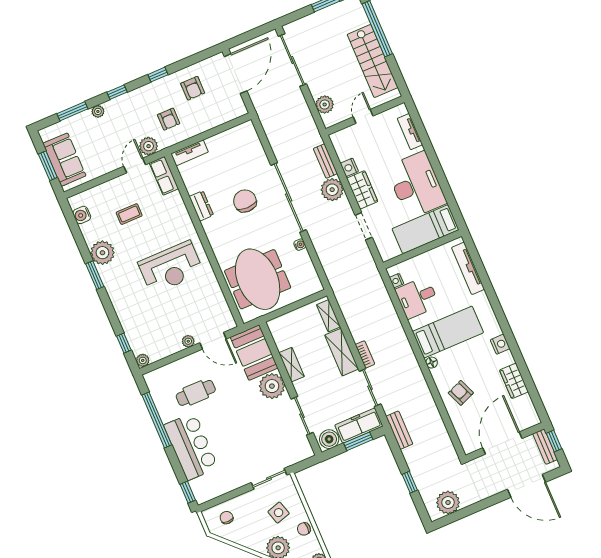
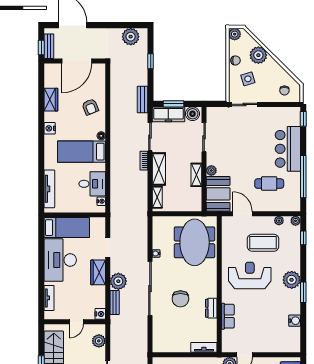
nightstand: (349, 167) -> (100, 314), moved
row of seats: (164, 176) -> (228, 316), moved
coffee table: (129, 214) -> (263, 243), moved, width x1.86, depth x1.72
water cooler: (82, 215) -> (295, 321), moved
plant: (102, 253) -> (292, 280), moved
plant: (188, 341) -> (279, 221), moved
plant: (272, 386) -> (211, 170), width x0.53, depth x0.53

